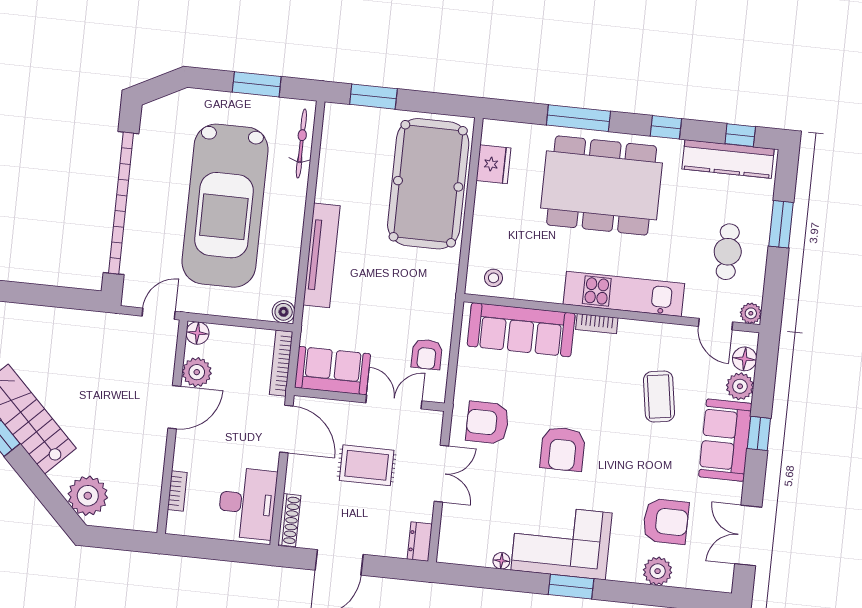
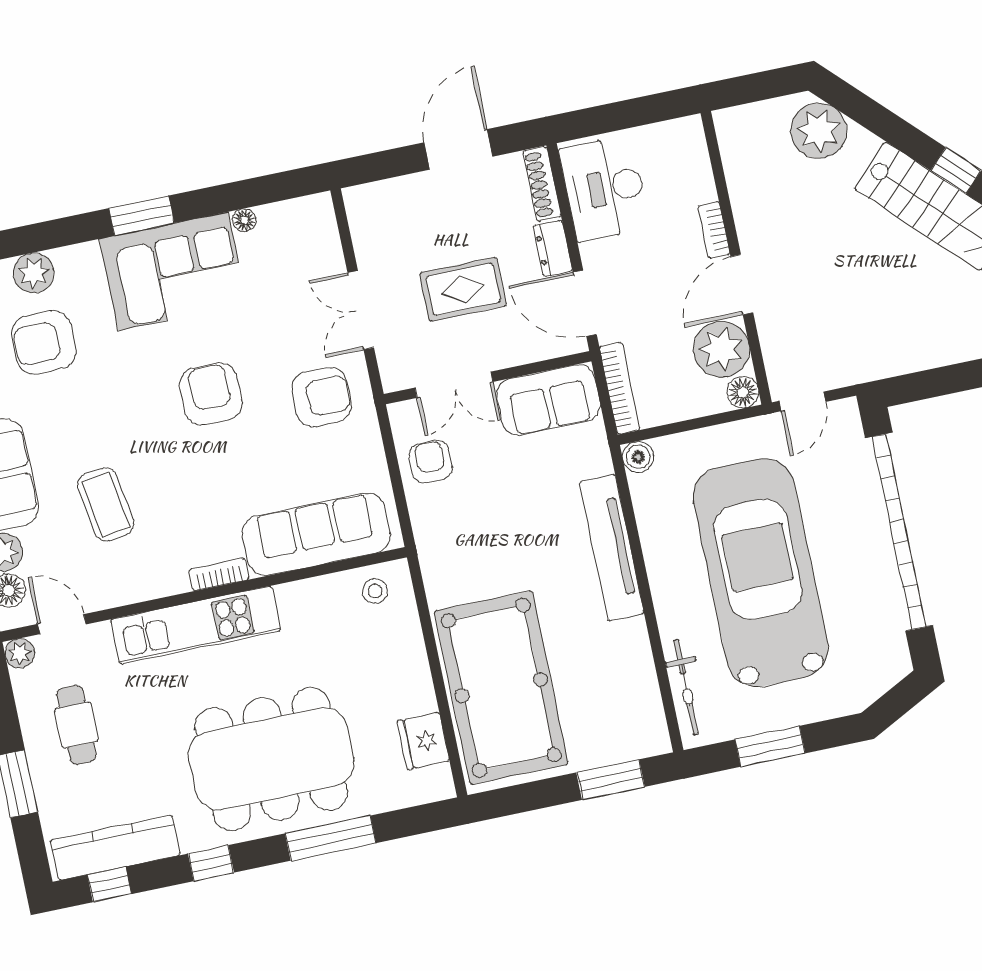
plant: (197, 372) -> (721, 349), width x1.36, depth x1.36
bookcase: (177, 491) -> (714, 230), moved
dresser: (420, 542) -> (553, 248), moved, turned 180

